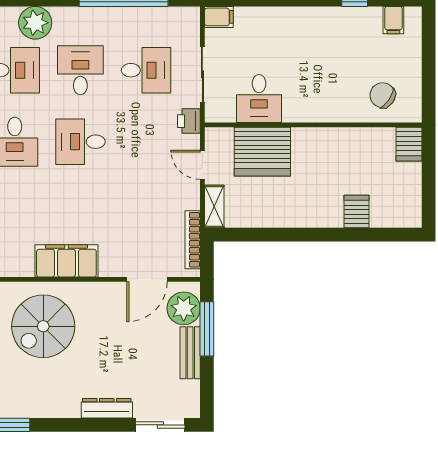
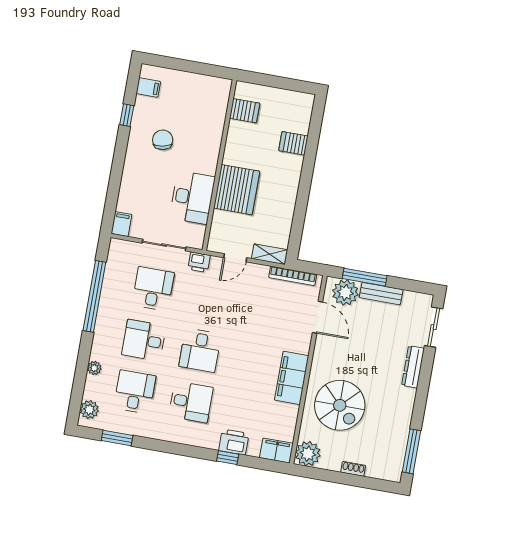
plant: (35, 23) -> (94, 368), width x0.53, depth x0.53
chair: (383, 95) -> (163, 140), moved, turned 135
desk: (259, 99) -> (192, 197), width x1.37
server rack: (409, 144) -> (245, 111), moved
server rack: (262, 152) -> (237, 190), moved

